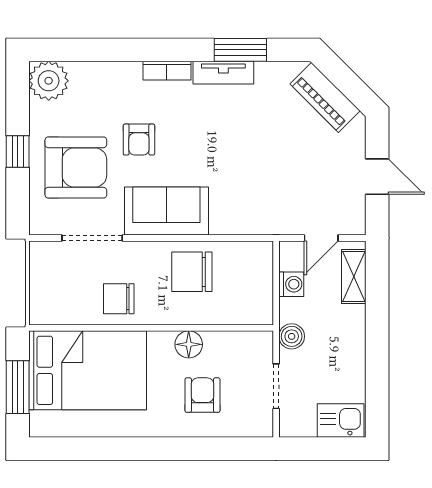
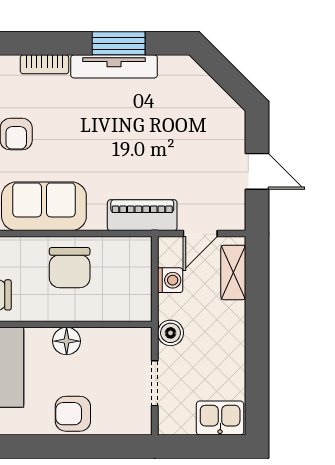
tv unit: (223, 73) -> (114, 66), width x1.41
piano: (325, 97) -> (142, 215), moved, turned 135
chair: (192, 272) -> (70, 268), turned -90
armchair: (202, 395) -> (73, 414), moved, turned -90

